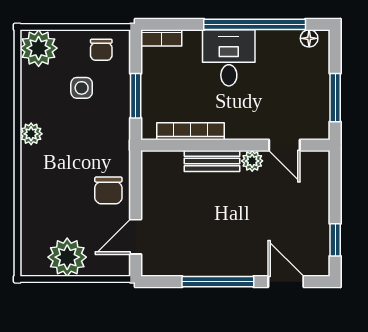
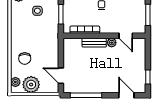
plant: (31, 134) -> (15, 82), moved
chair: (108, 190) -> (25, 58), moved
door: (136, 237) -> (61, 76), hinge flipped
window: (218, 282) -> (86, 95), moved

